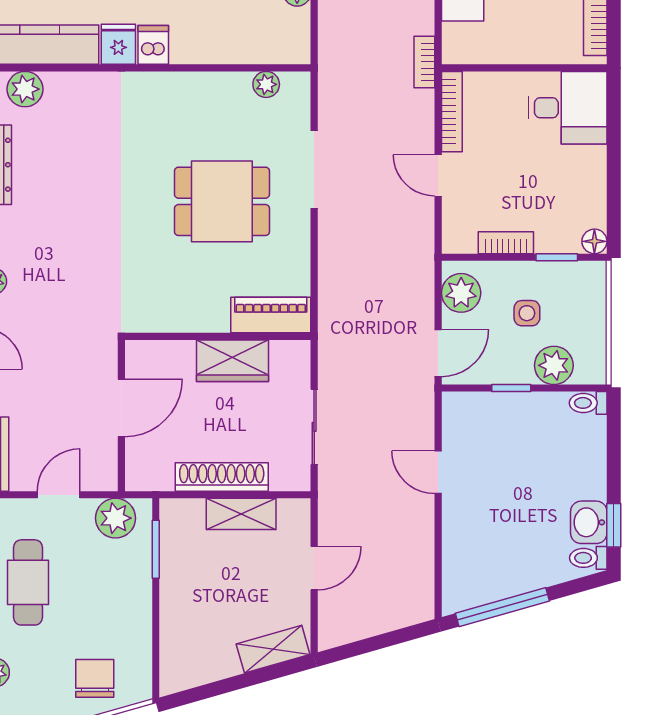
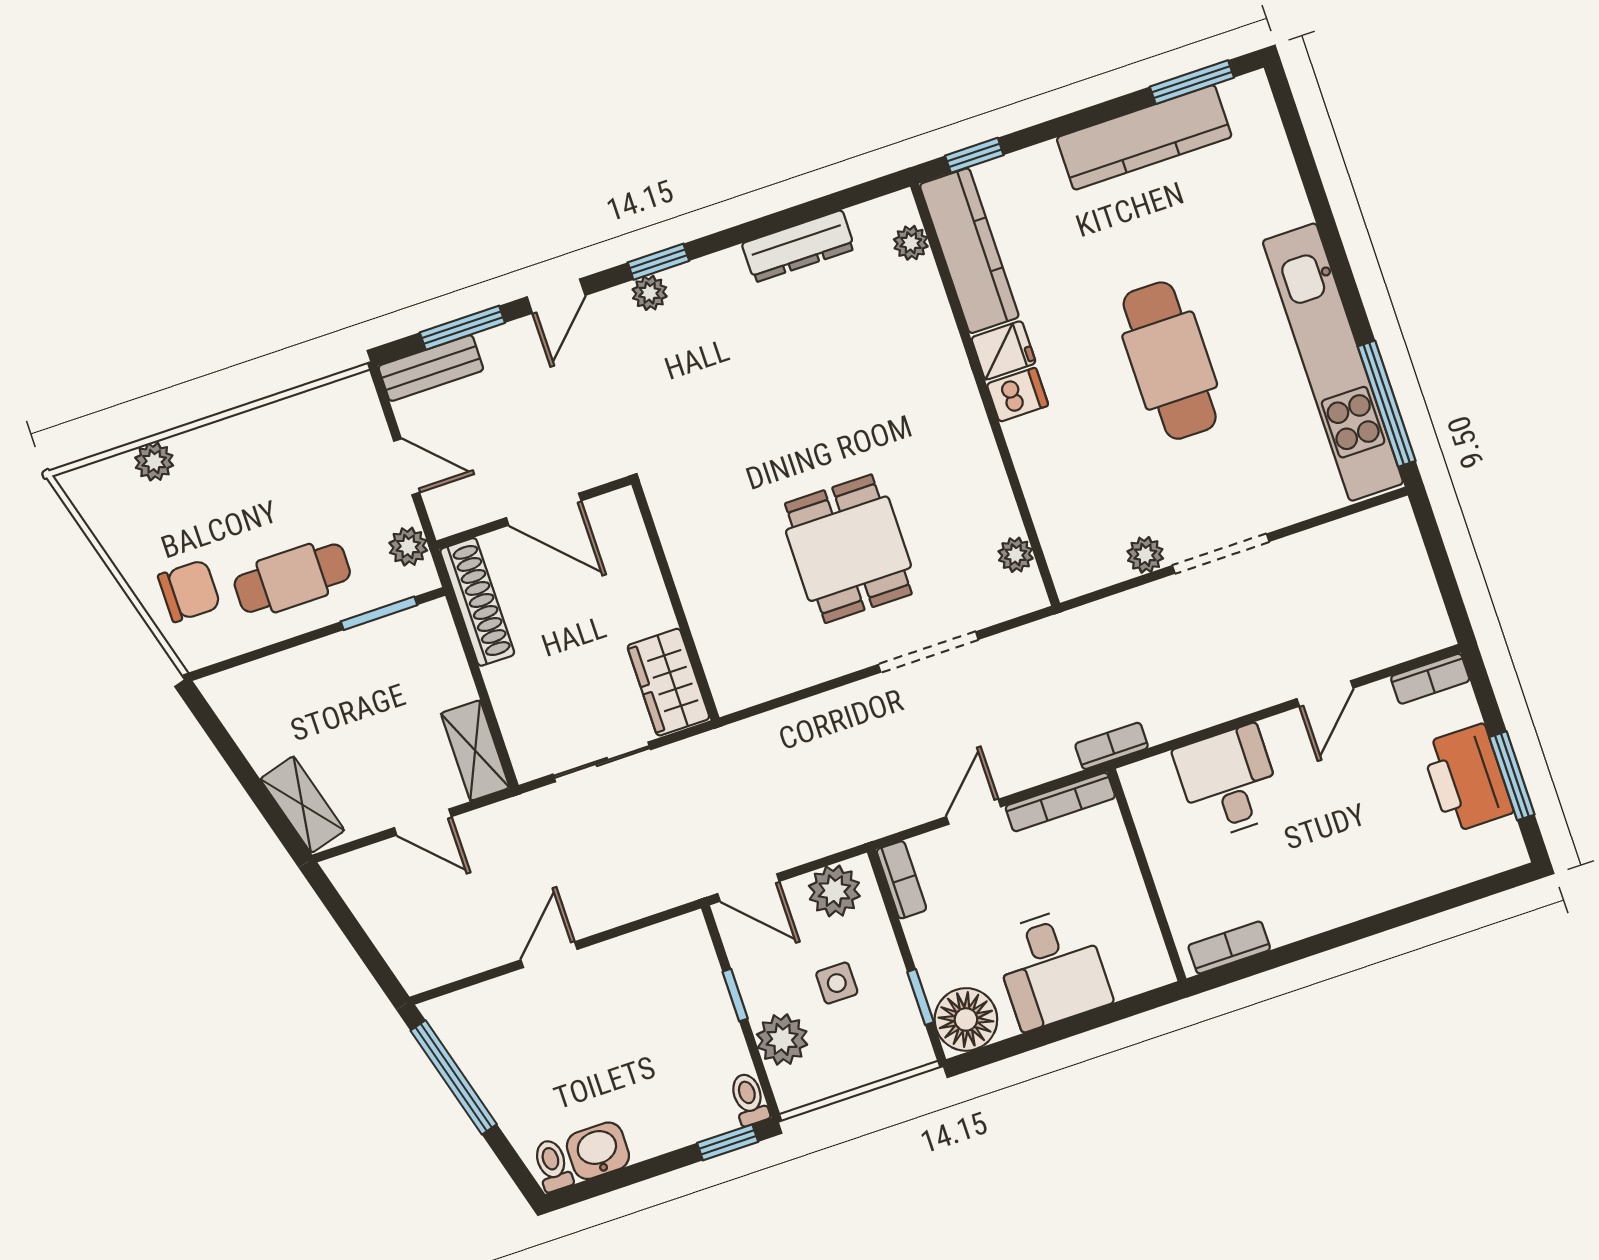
plant: (25, 89) -> (911, 243), width x0.73, depth x0.73
desk: (568, 108) -> (1052, 968), moved
floor lamp: (594, 241) -> (966, 1019), width x1.89, depth x1.89
bookcase: (506, 243) -> (901, 880), moved
piano: (271, 315) -> (725, 659), removed
wardrobe: (232, 361) -> (668, 682), moved
door: (438, 472) -> (549, 955), moved
shoe rack: (222, 477) -> (477, 602), moved
shelving: (241, 514) -> (475, 751), moved
plant: (116, 518) -> (408, 547), width x0.73, depth x0.73
window: (614, 525) -> (728, 1142), moved
cafe table: (28, 582) -> (292, 578), moved

